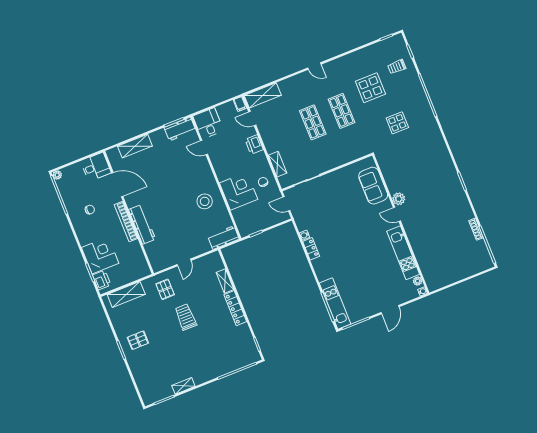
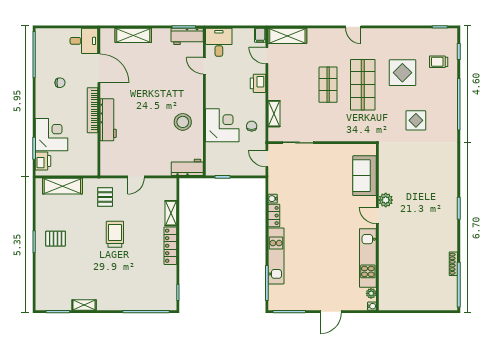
shop shelf: (341, 111) -> (363, 85), width x1.43, depth x1.36
plant: (57, 175) -> (40, 33), removed
kitchen unit: (335, 303) -> (276, 256), moved

